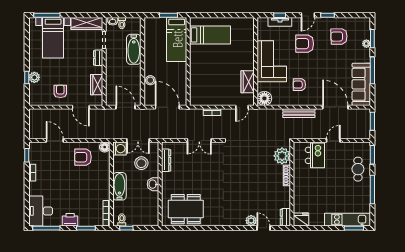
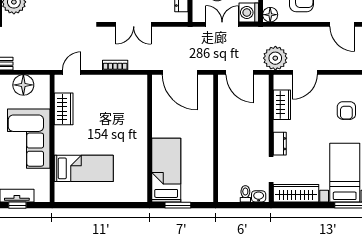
bed: (210, 35) -> (84, 168), moved, turned 180
bathtub: (134, 49) -> (228, 156), removed
stool: (150, 80) -> (204, 111), removed
armchair: (60, 91) -> (346, 111), moved
floor lamp: (264, 98) -> (23, 85), moved
door: (81, 107) -> (305, 72), swing flipped
plant: (101, 117) -> (275, 58), added
double door: (199, 140) -> (134, 24), swing flipped

